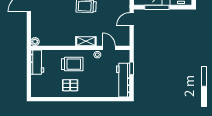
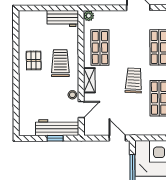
shop shelf: (60, 33) -> (100, 48), added
trolley: (72, 64) -> (60, 63), turned 180
workbench: (123, 80) -> (57, 128), moved

